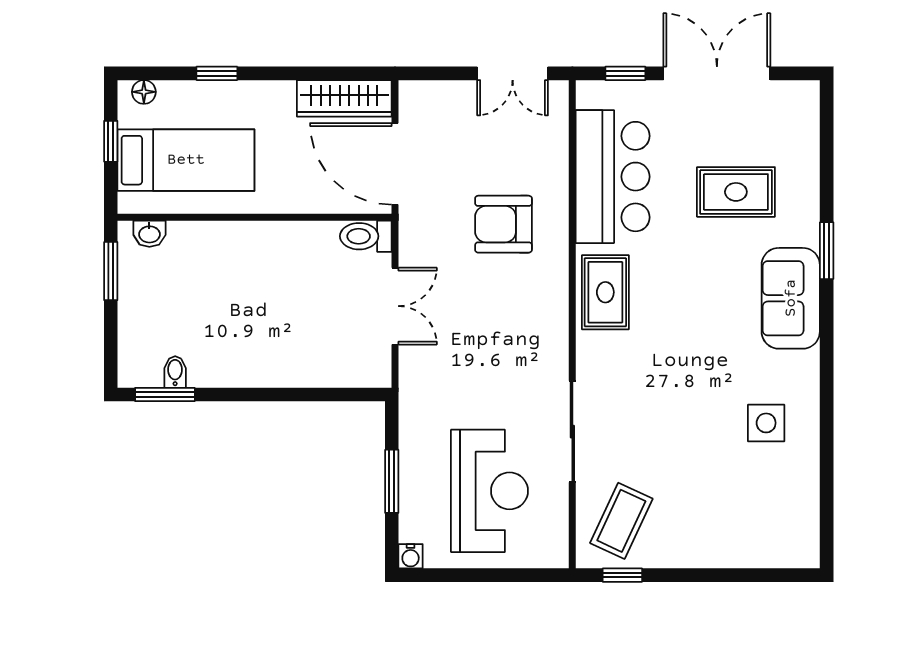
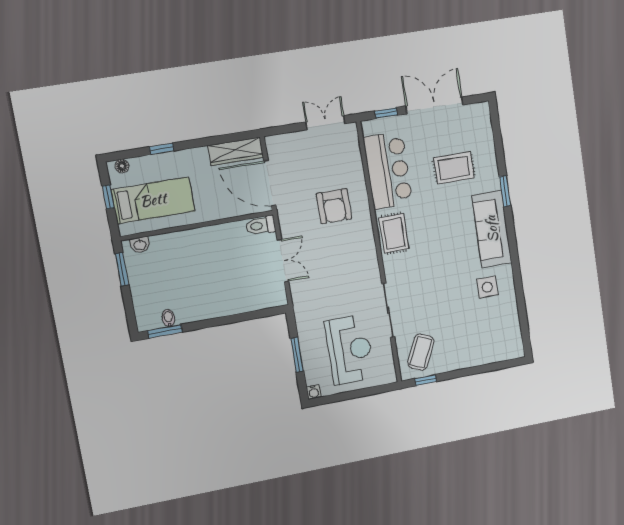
double door: (513, 73) -> (325, 123), swing flipped
armchair: (503, 224) -> (334, 206), turned -90
sofa: (791, 298) -> (492, 229), width x1.36

